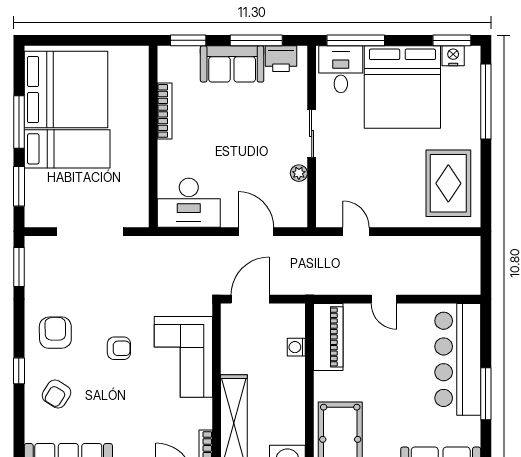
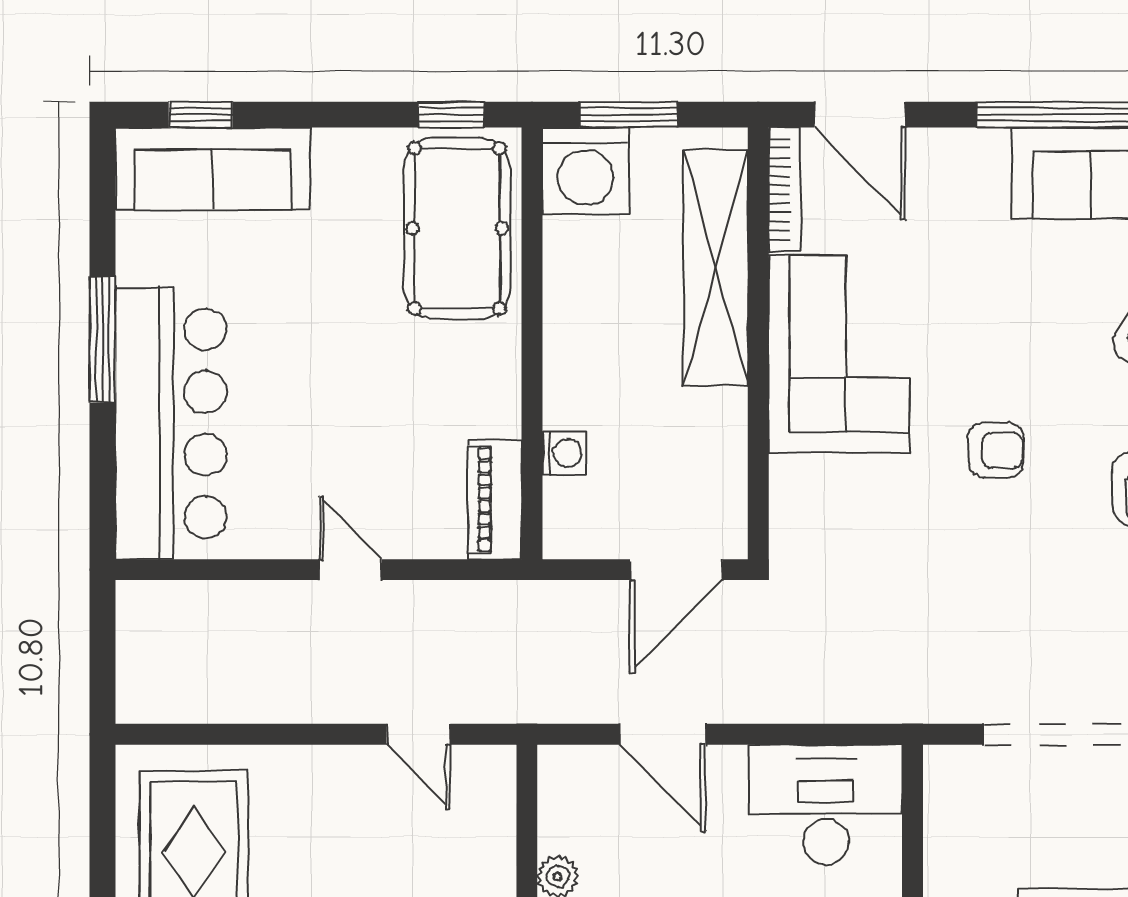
piano: (328, 337) -> (495, 500), width x0.73, depth x0.75
armchair: (119, 348) -> (996, 450), turned 180
corner sofa: (183, 357) -> (839, 354), moved

